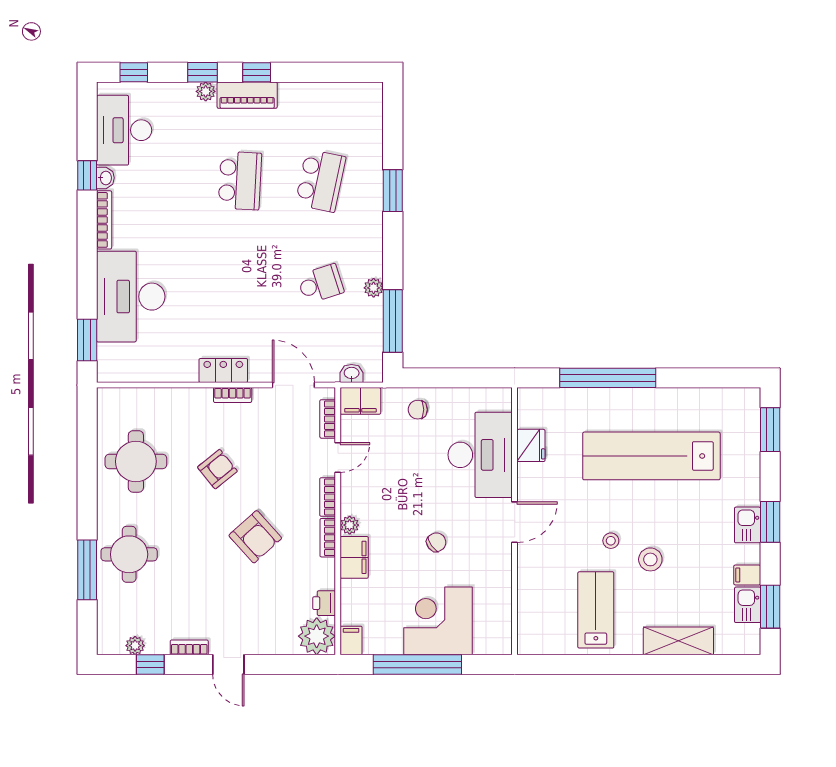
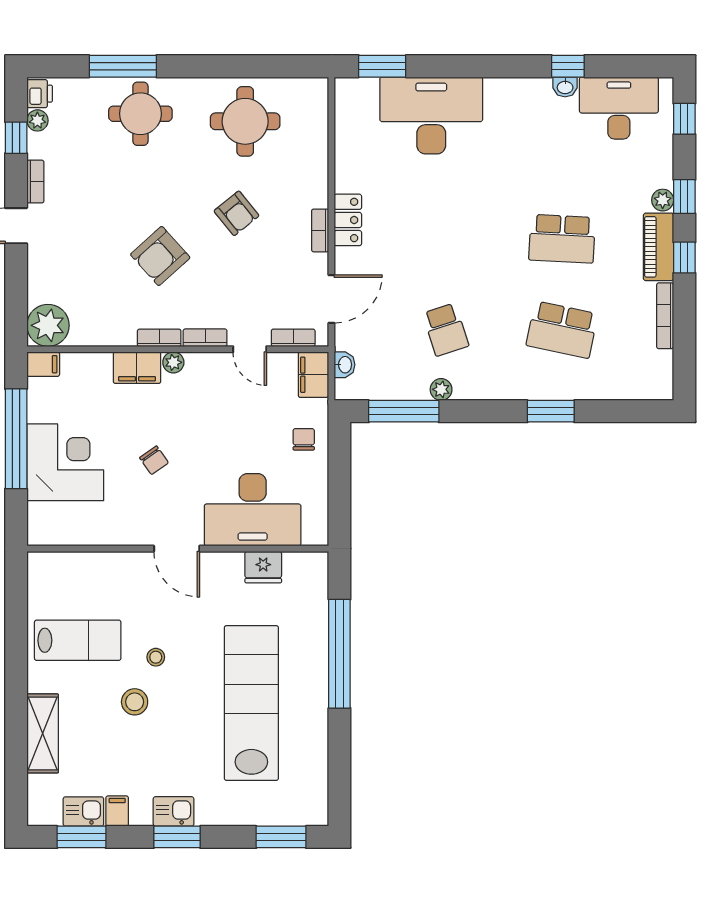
bookcase: (104, 220) -> (665, 316), moved, turned 90
printer: (324, 603) -> (40, 94), moved, turned 90

